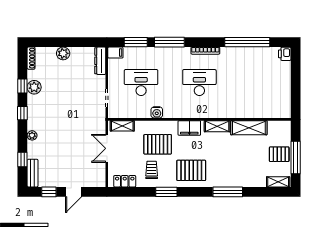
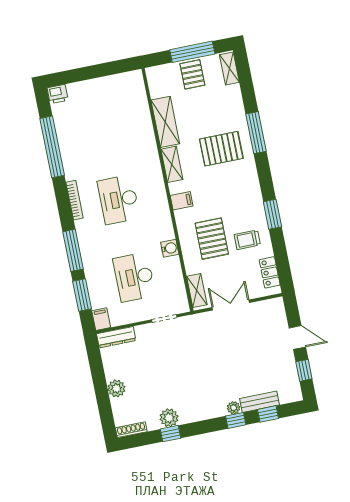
window: (22, 113) -> (236, 420), moved
filing cabinet: (189, 128) -> (182, 201), width x0.50
double door: (107, 148) -> (231, 305), swing flipped
pallet: (191, 170) -> (221, 149), moved, turned 90
bench: (33, 173) -> (260, 402), moved

